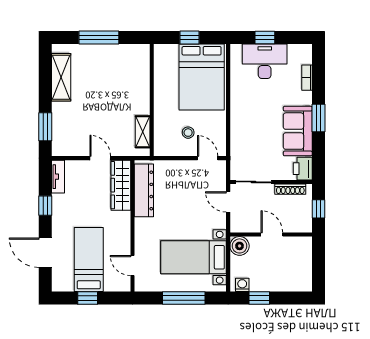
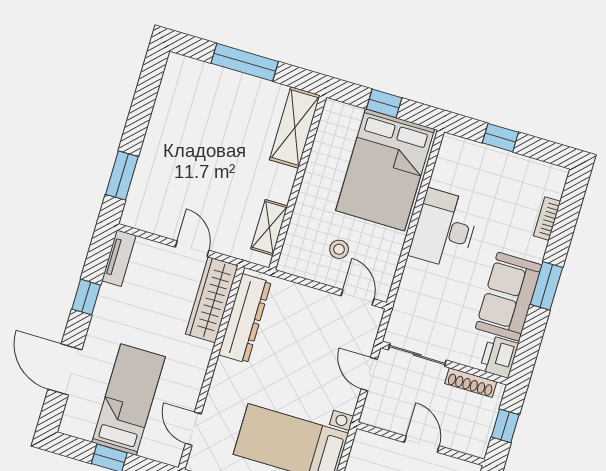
desk: (265, 61) -> (444, 229), moved, turned -90
shelving: (61, 77) -> (295, 128), moved
boiler: (240, 246) -> (367, 447), removed

